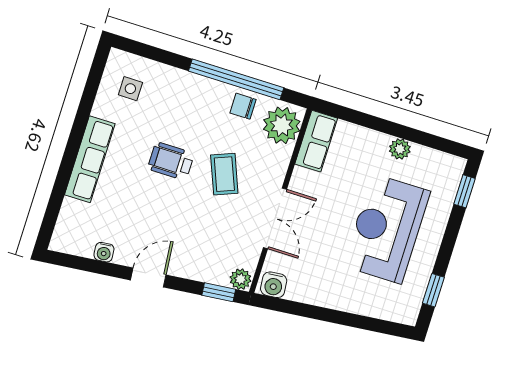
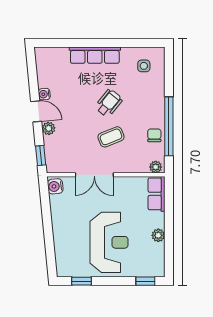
plant: (282, 125) -> (156, 167), width x0.53, depth x0.53
row of seats: (316, 141) -> (156, 194), moved, turned 90
wheelchair: (171, 161) -> (109, 103), turned 39
reception desk: (387, 229) -> (109, 242), turned 90
water cooler: (104, 252) -> (44, 94), moved
plant: (240, 279) -> (49, 128), moved

